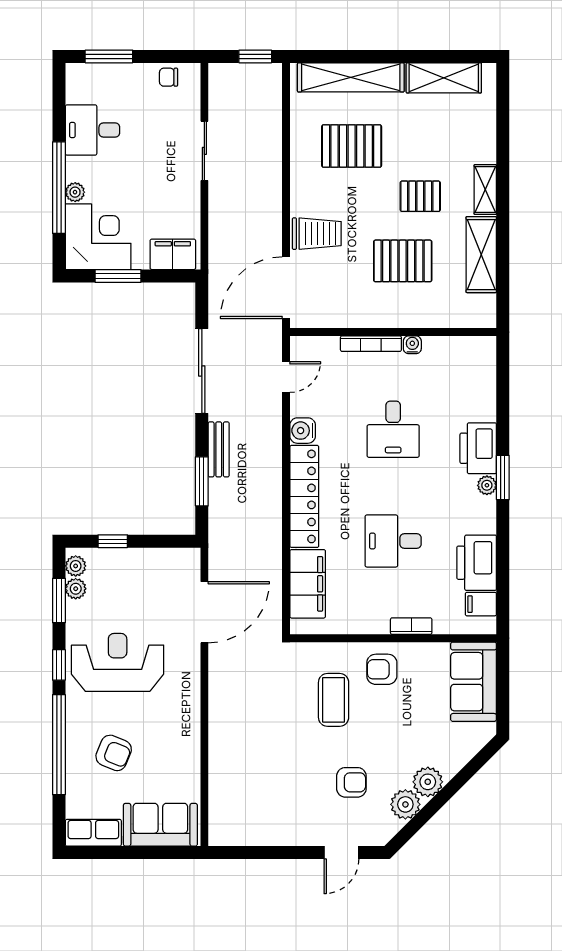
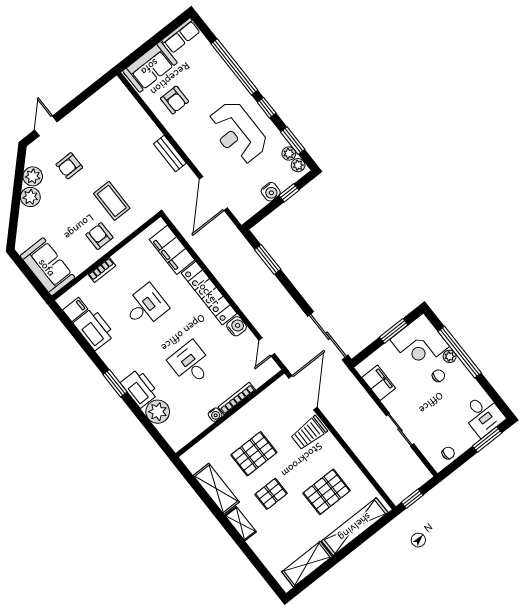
desk: (92, 130) -> (483, 415), moved, turned 90
chair: (107, 179) -> (438, 376), added
filing cabinet: (173, 254) -> (379, 383), moved, turned -90
sliding door: (202, 371) -> (328, 336), moved
bench: (219, 449) -> (170, 154), moved
plant: (487, 485) -> (158, 412), moved, width x1.88, depth x1.88
water cooler: (134, 560) -> (271, 192), added
reception desk: (118, 662) -> (238, 133), turned 90
armchair: (382, 669) -> (99, 236), turned -90
armchair: (114, 753) -> (175, 100), moved, turned -112

